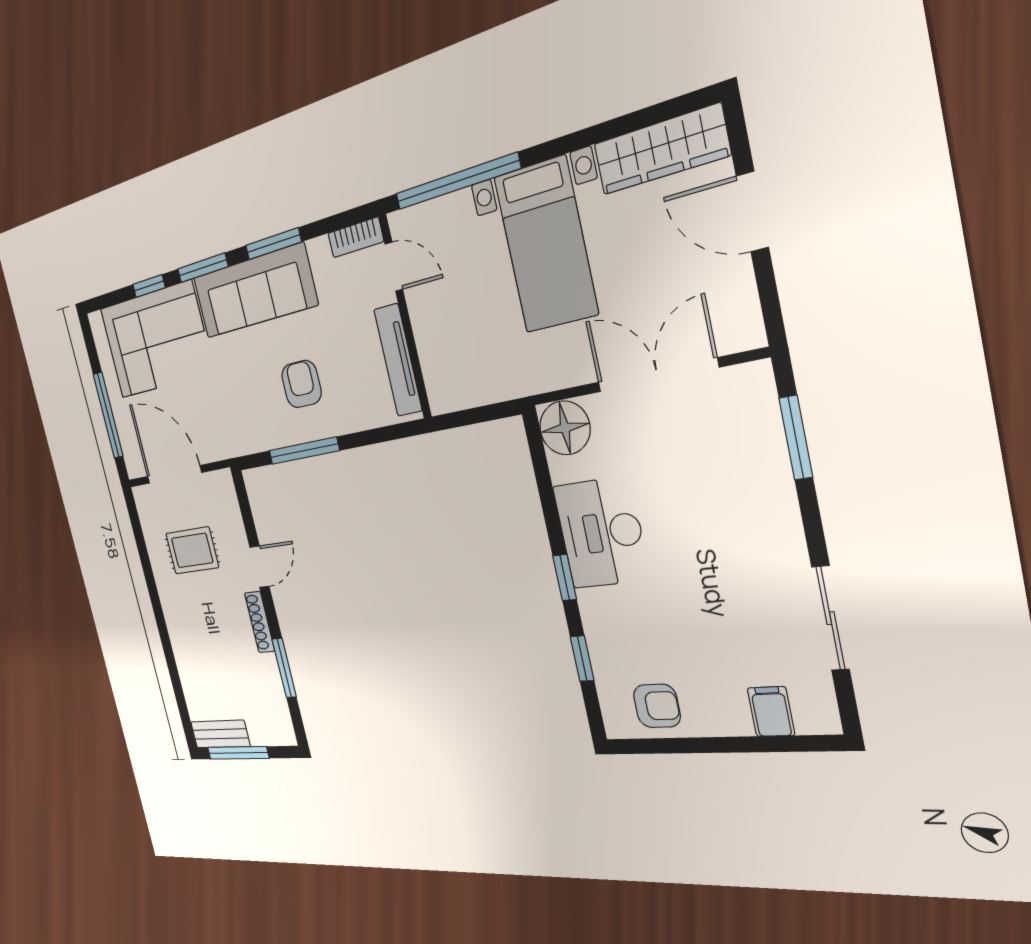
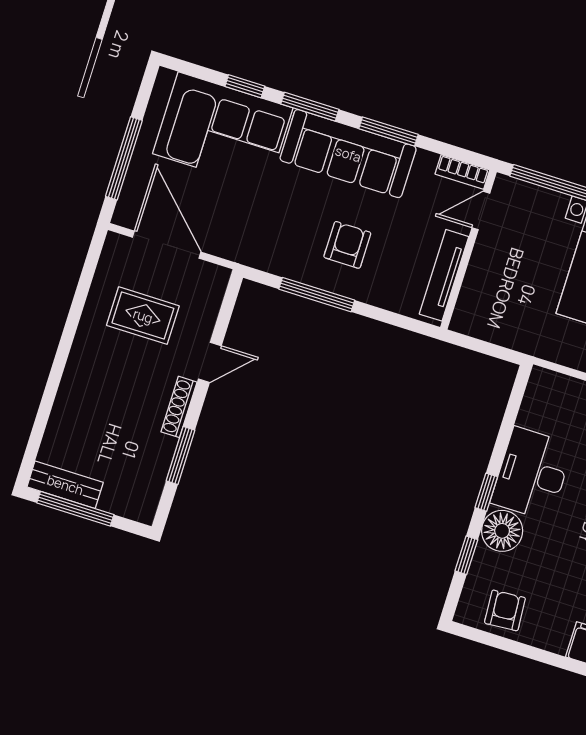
door: (394, 267) -> (481, 211), swing flipped
floor lamp: (565, 428) -> (502, 531), moved
armchair: (657, 706) -> (505, 610), turned -94

